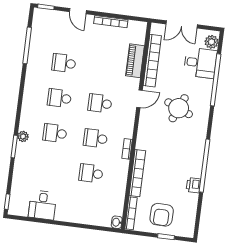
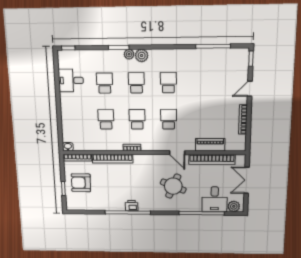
school desk: (64, 63) -> (105, 83), moved
plant: (26, 123) -> (142, 56), added
printer: (193, 185) -> (132, 206), moved

